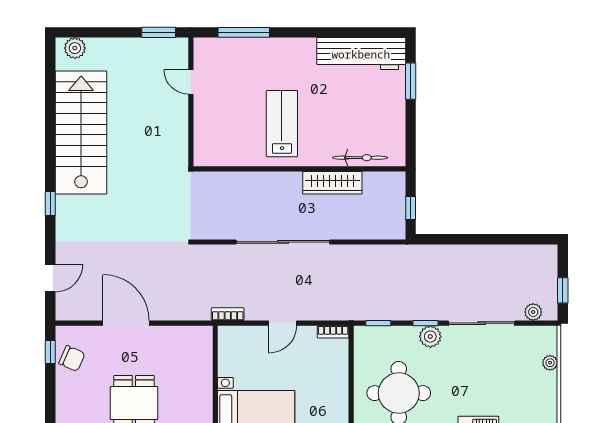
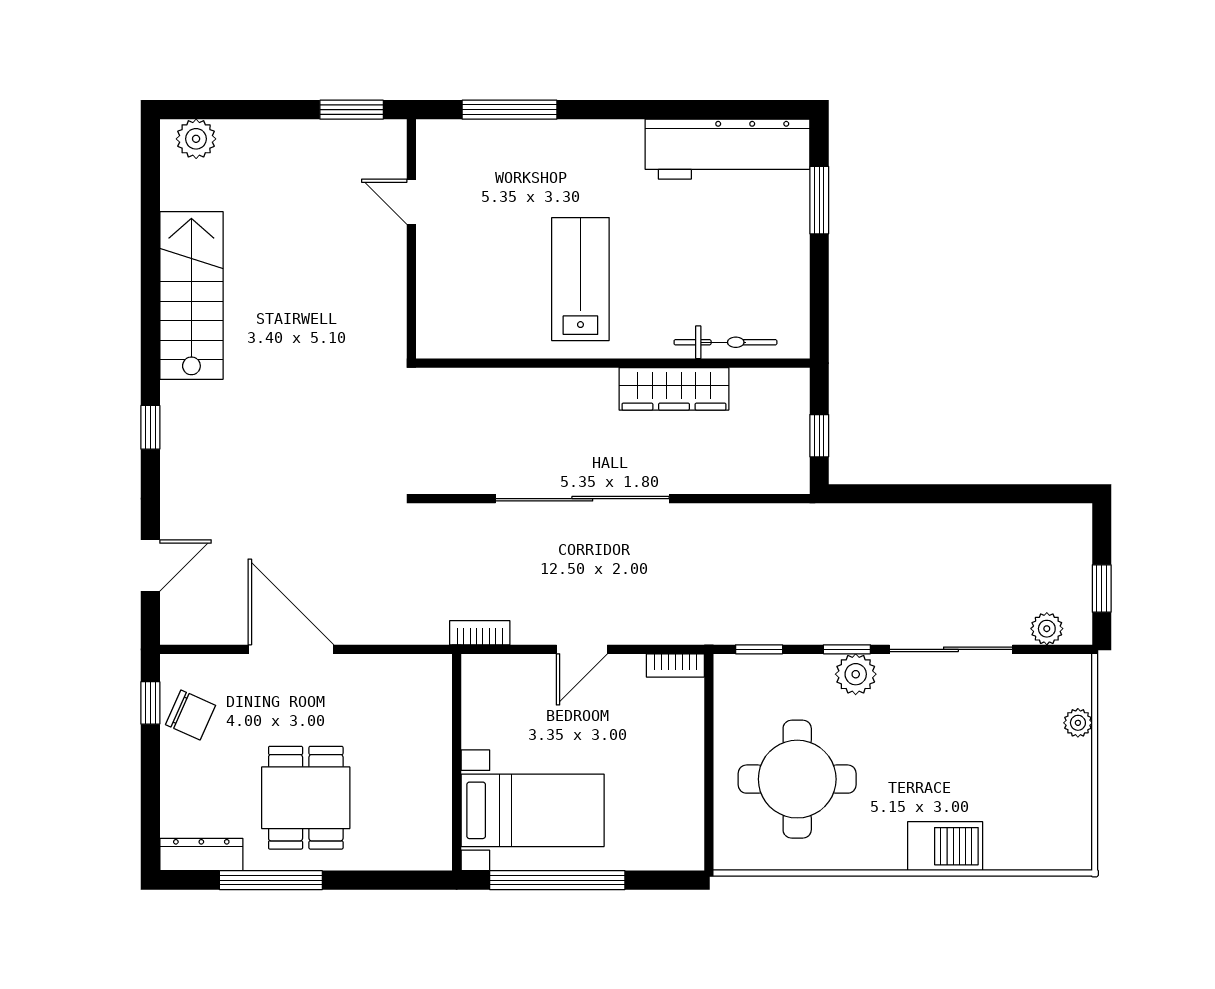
stairs: (81, 132) -> (191, 295), width x0.73, depth x0.66

